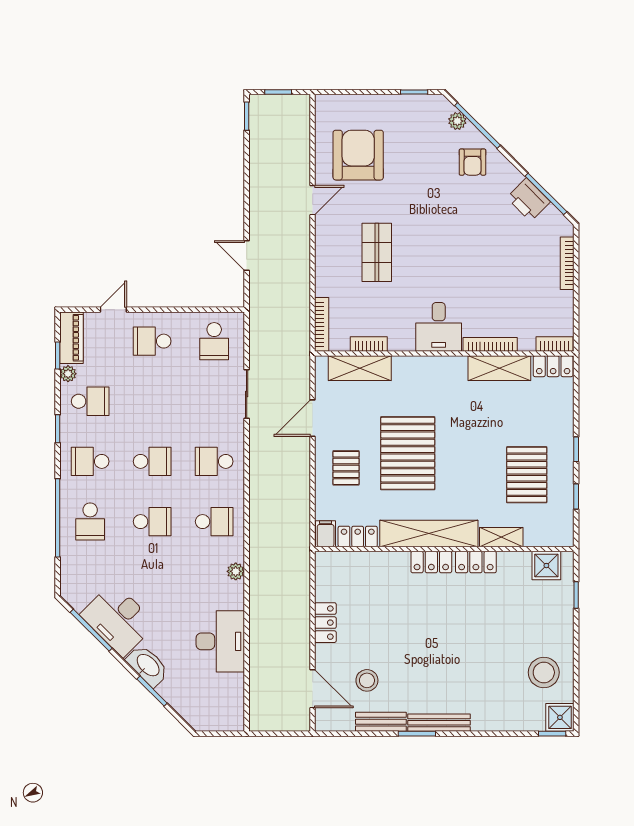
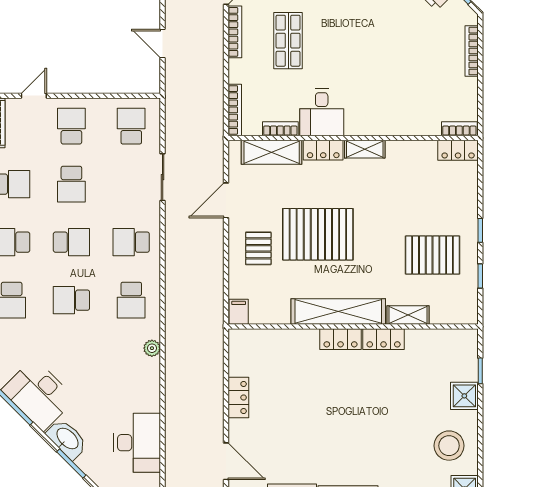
desk: (439, 327) -> (322, 112), moved
school desk: (152, 341) -> (71, 126), turned 90
school desk: (214, 341) -> (131, 126), turned 180
bookcase: (490, 344) -> (235, 32), moved, turned 90
shelving: (499, 368) -> (365, 149), moved, width x0.67, depth x0.75
school desk: (152, 401) -> (71, 184), added
pallet: (408, 453) -> (318, 234), turned 90
pallet: (527, 475) -> (433, 255), turned 90
school desk: (152, 522) -> (71, 300), turned 180
school desk: (214, 522) -> (131, 300), turned 90
locker: (358, 536) -> (323, 150), moved, turned 180
shower: (546, 566) -> (464, 396), moved
desk: (220, 641) -> (137, 443), moved
stool: (367, 680) -> (279, 453), removed

